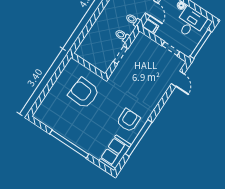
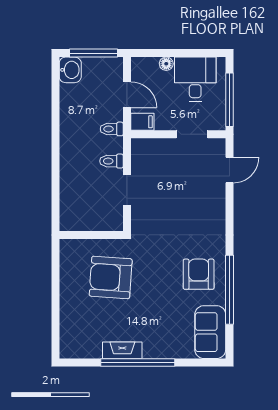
door: (178, 79) -> (229, 170), hinge flipped
fireplace: (66, 133) -> (122, 350), added

